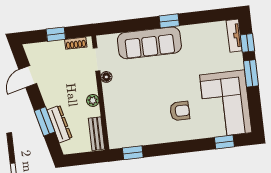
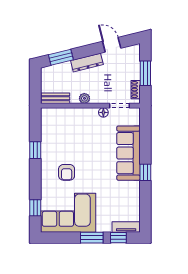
window: (56, 34) -> (145, 73), width x1.50
window: (45, 121) -> (61, 57), moved
dresser: (60, 124) -> (87, 63), moved
window: (133, 153) -> (35, 150), moved

